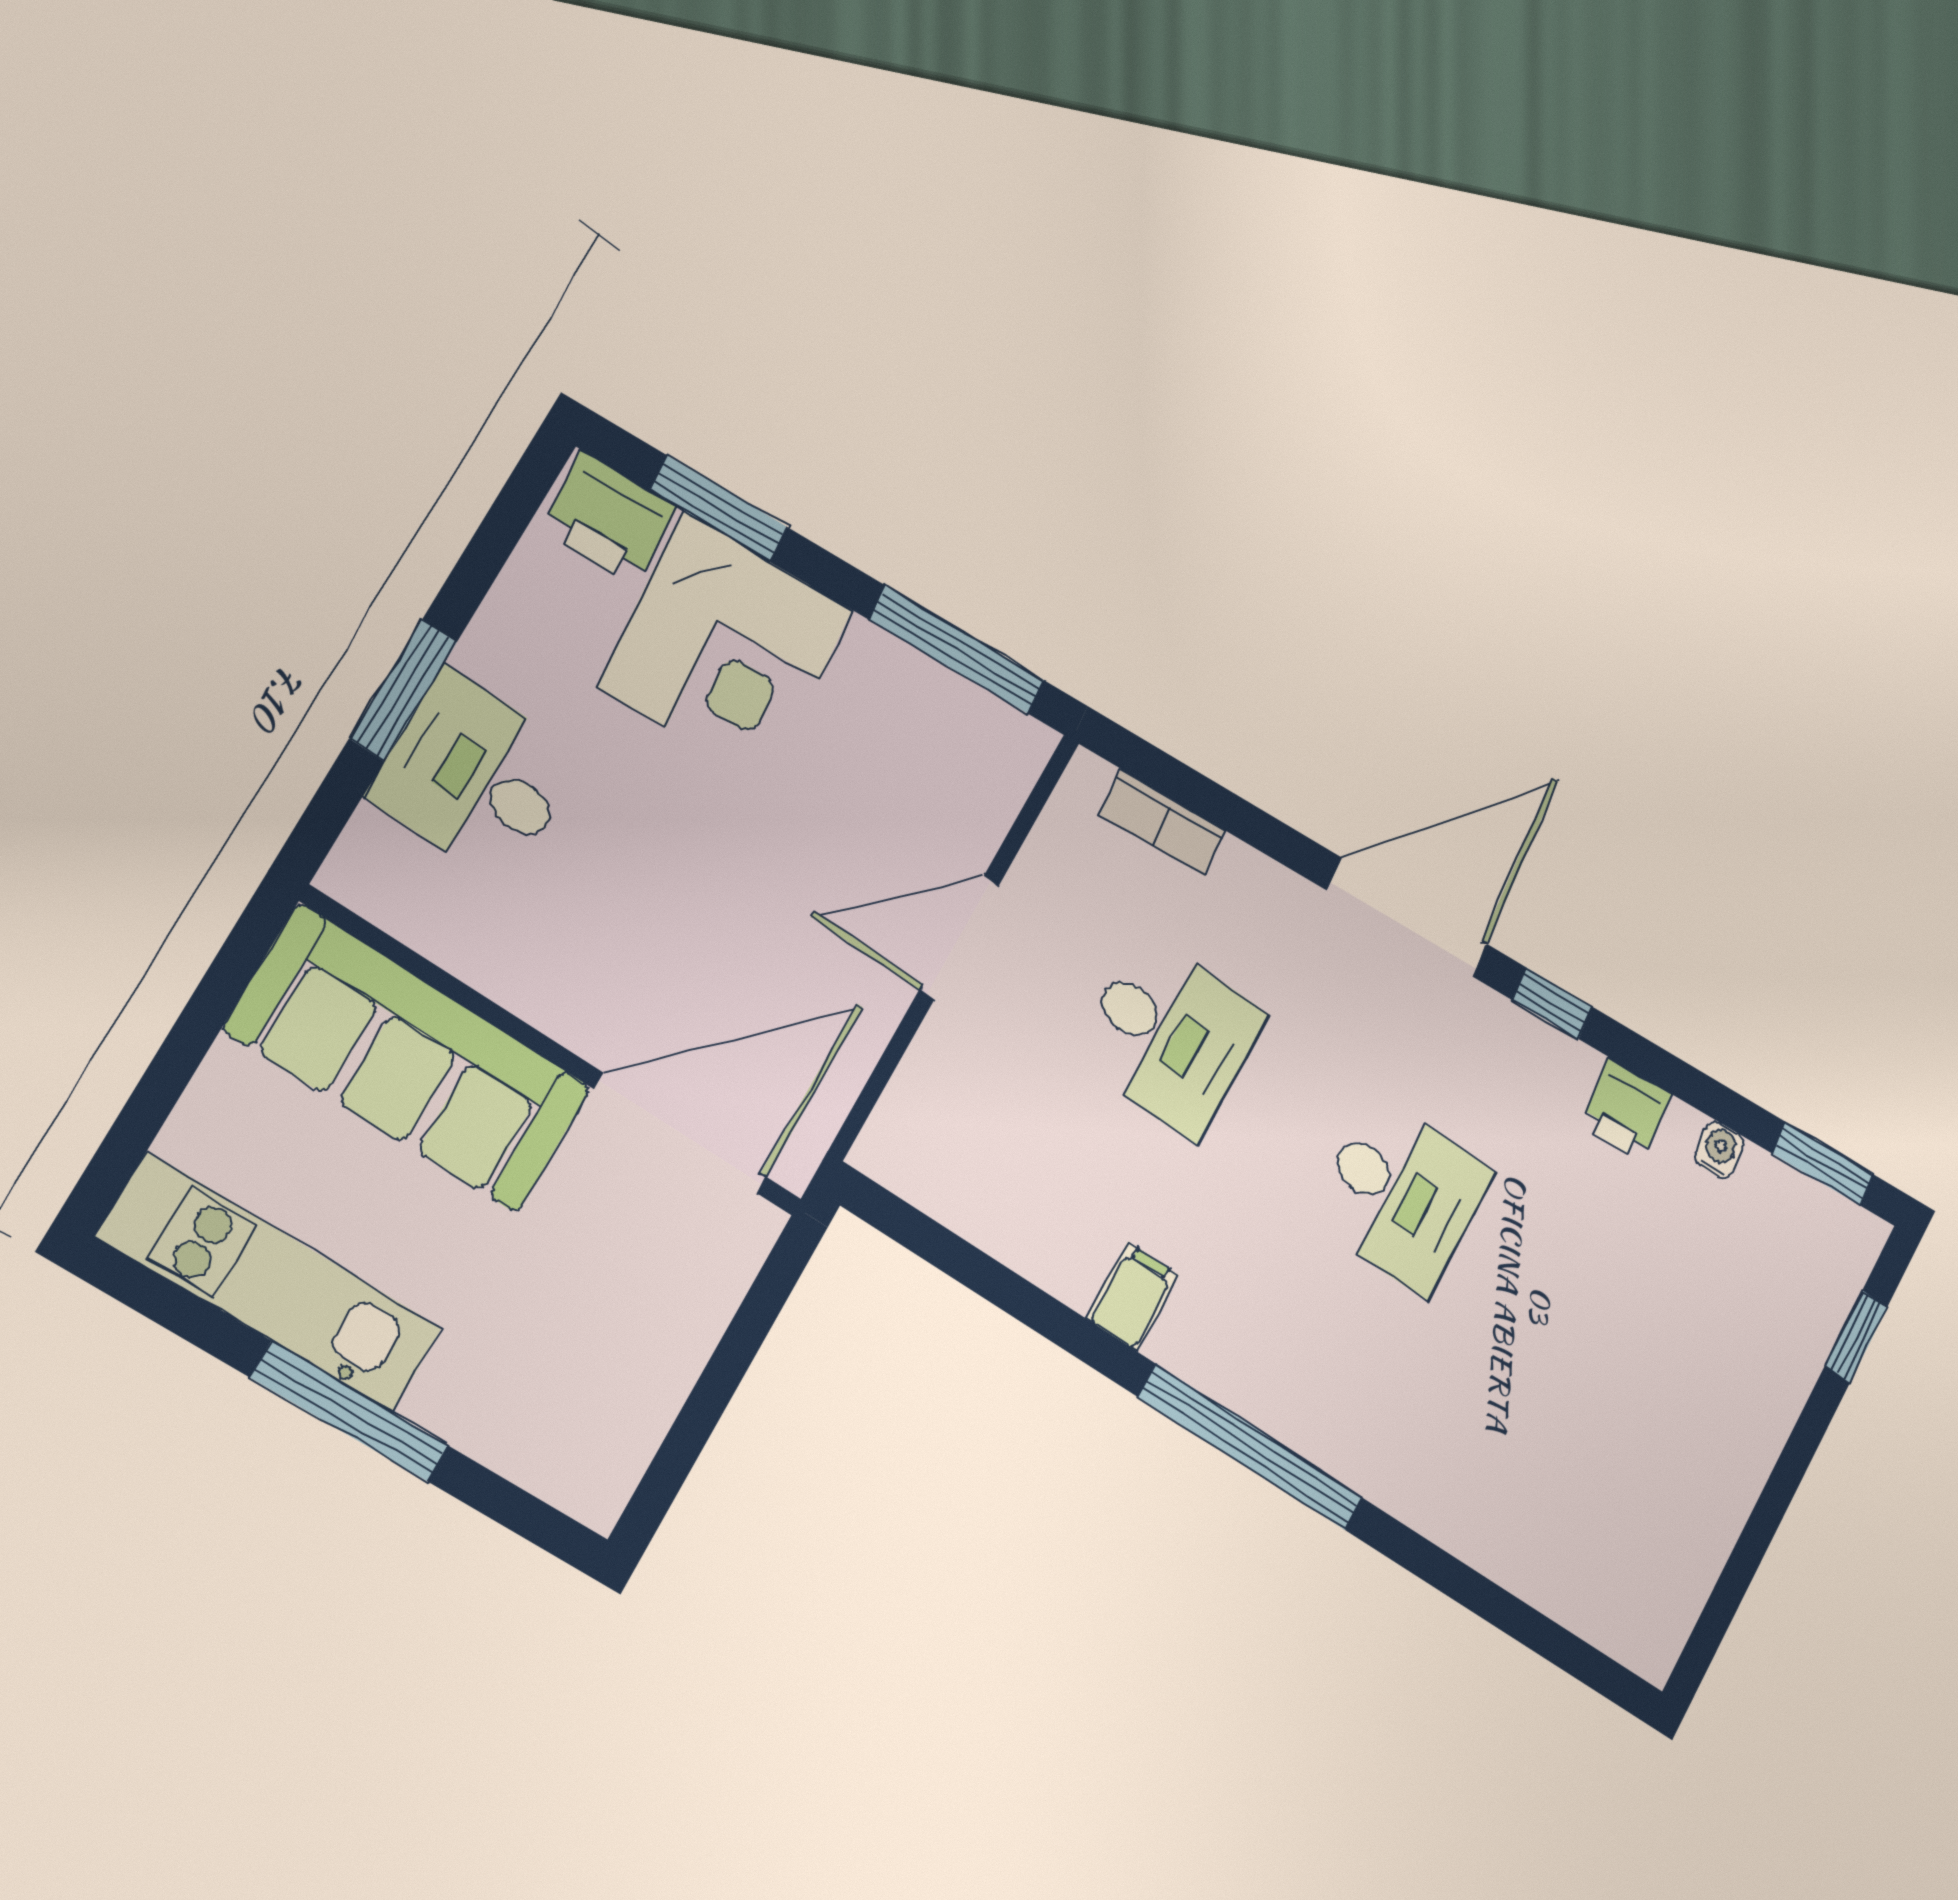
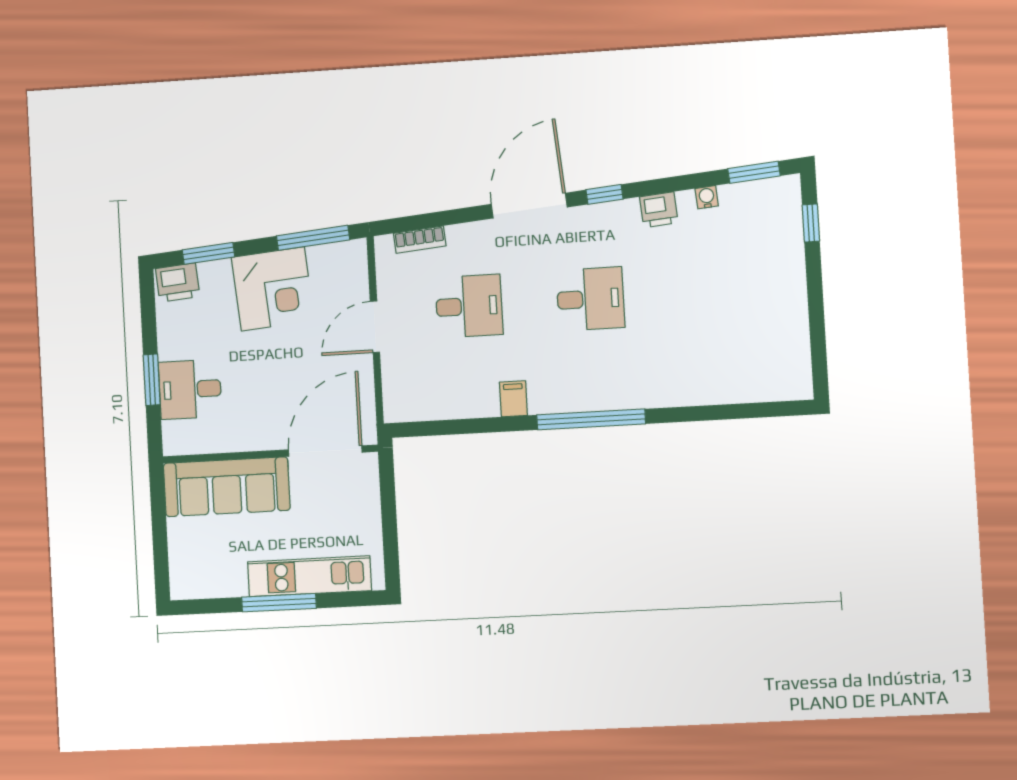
corner desk: (726, 648) -> (273, 289), moved
kitchen unit: (271, 1283) -> (309, 576), moved

